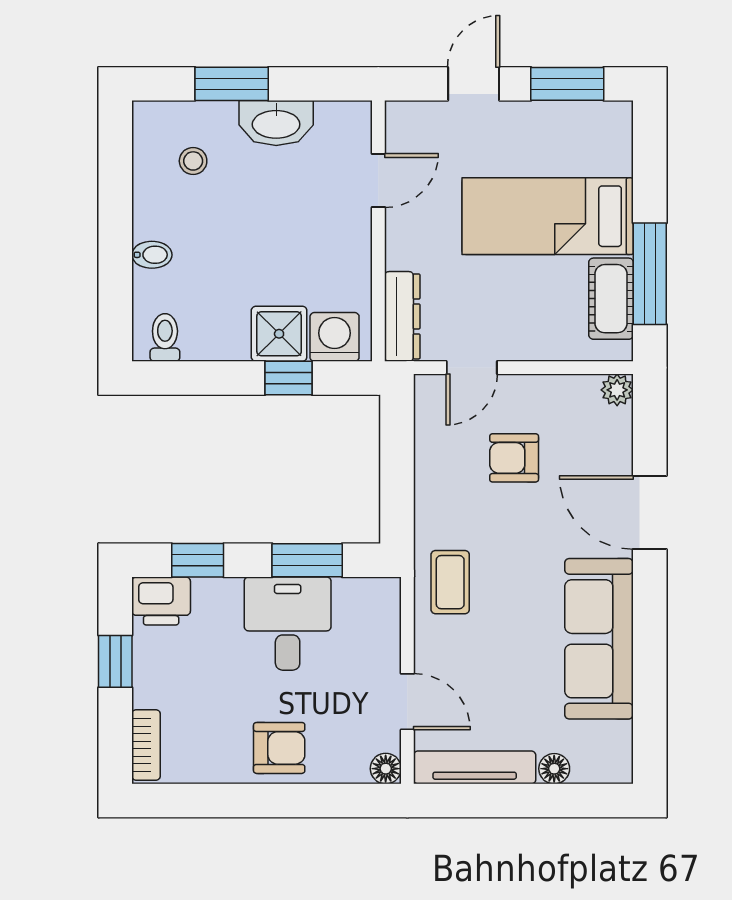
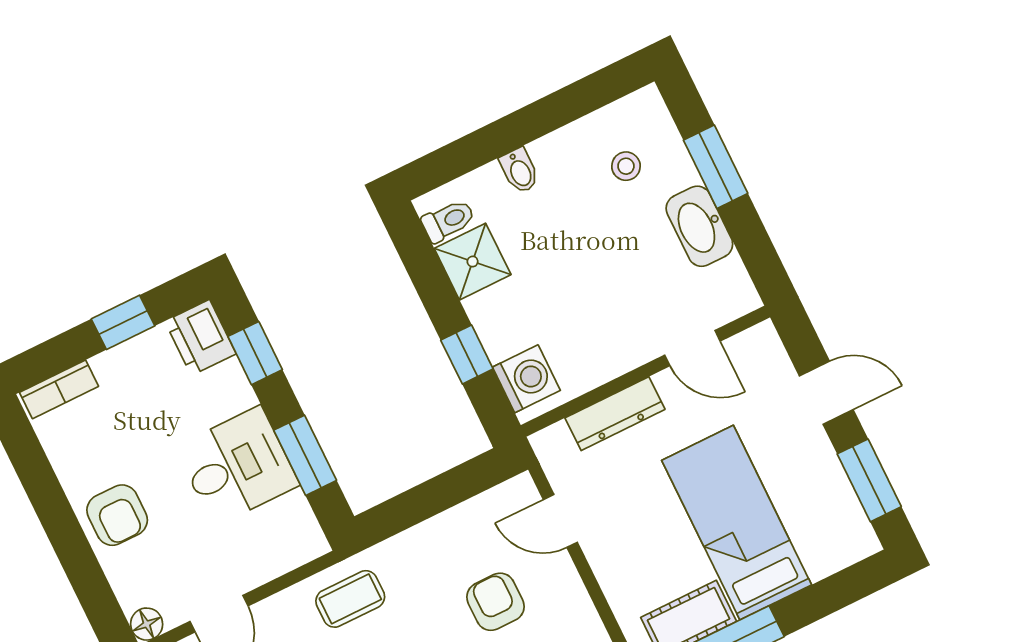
dresser: (402, 316) -> (615, 414), moved
shower: (279, 334) -> (473, 262), moved

